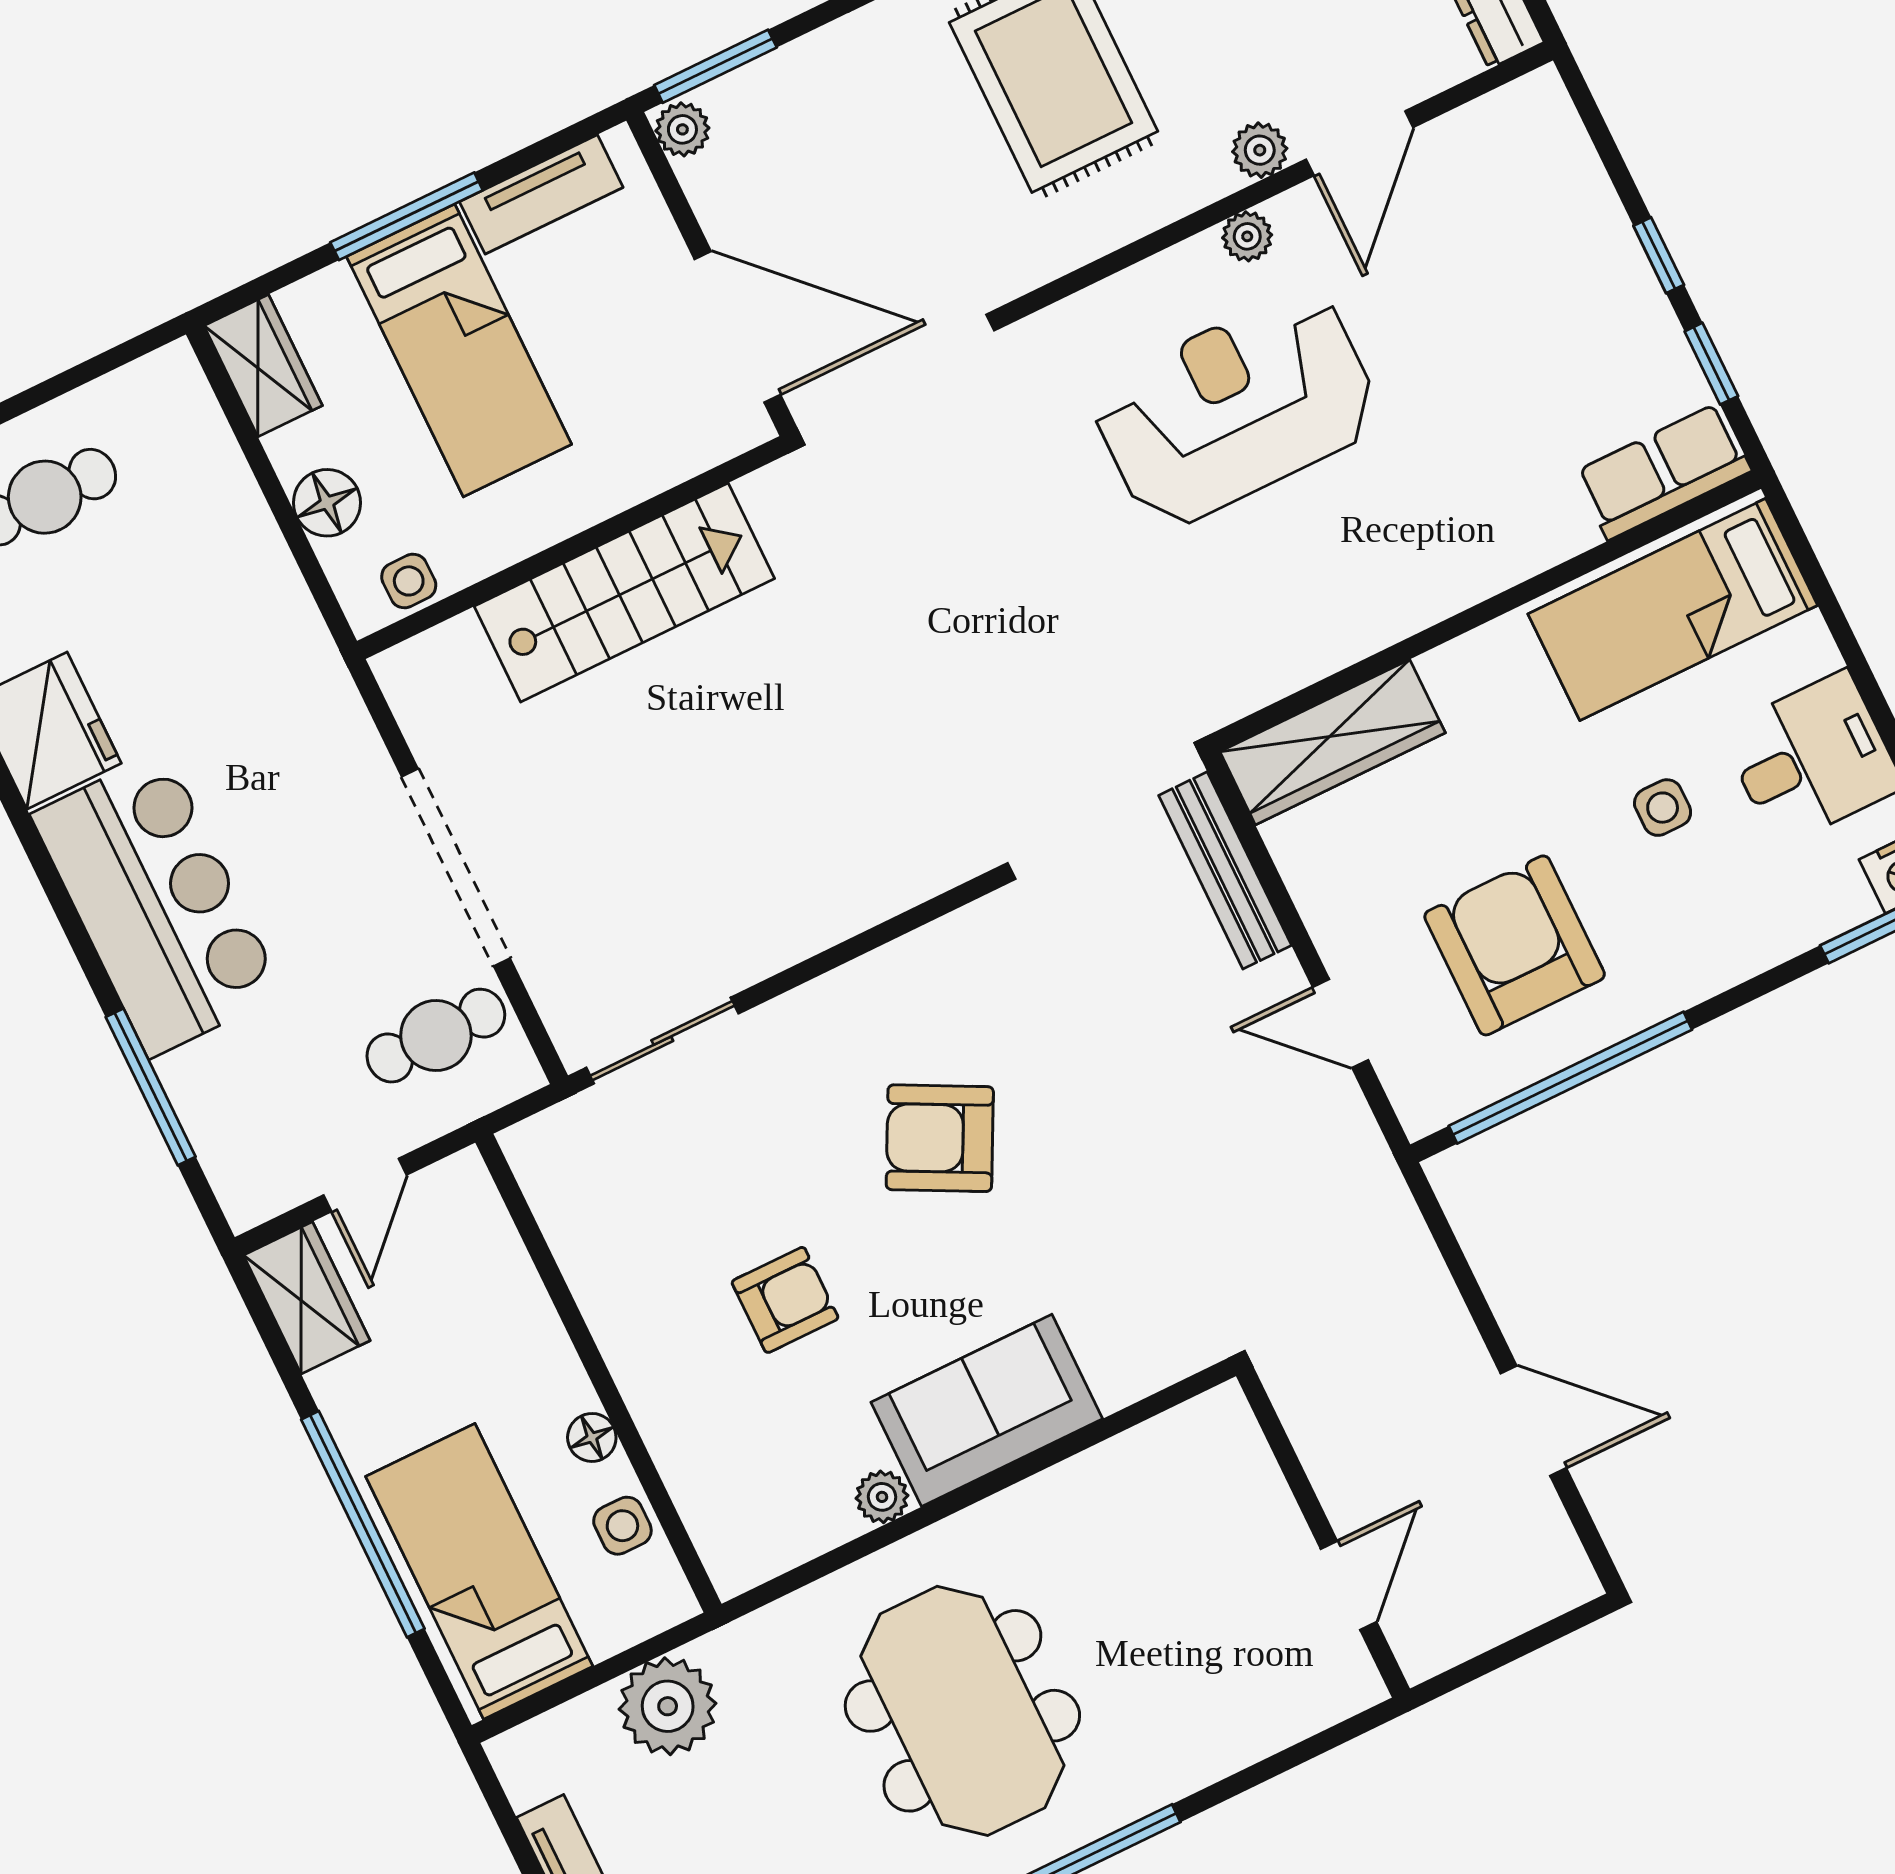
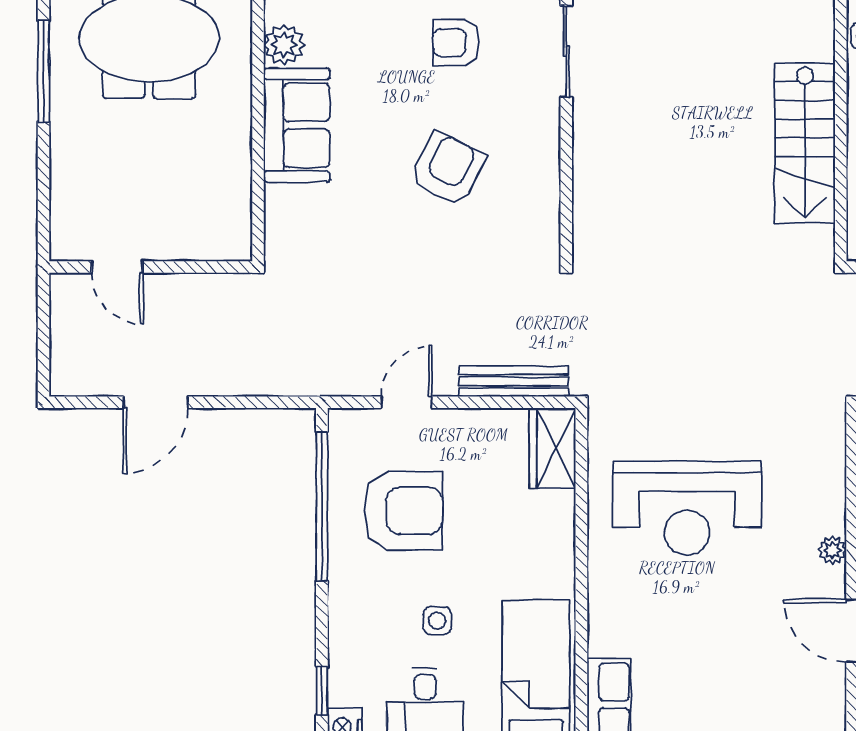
reception desk: (1236, 409) -> (687, 508), moved, turned 90
wardrobe: (1332, 742) -> (552, 448), width x0.67
armchair: (785, 1300) -> (456, 43), moved, turned 90
plant: (882, 1497) -> (284, 45), width x1.38, depth x1.38

